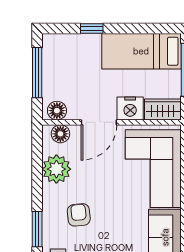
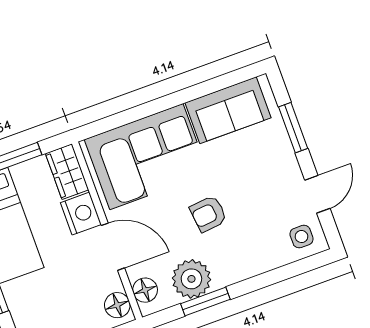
armchair: (79, 215) -> (208, 214), moved
window: (37, 229) -> (205, 301), moved

